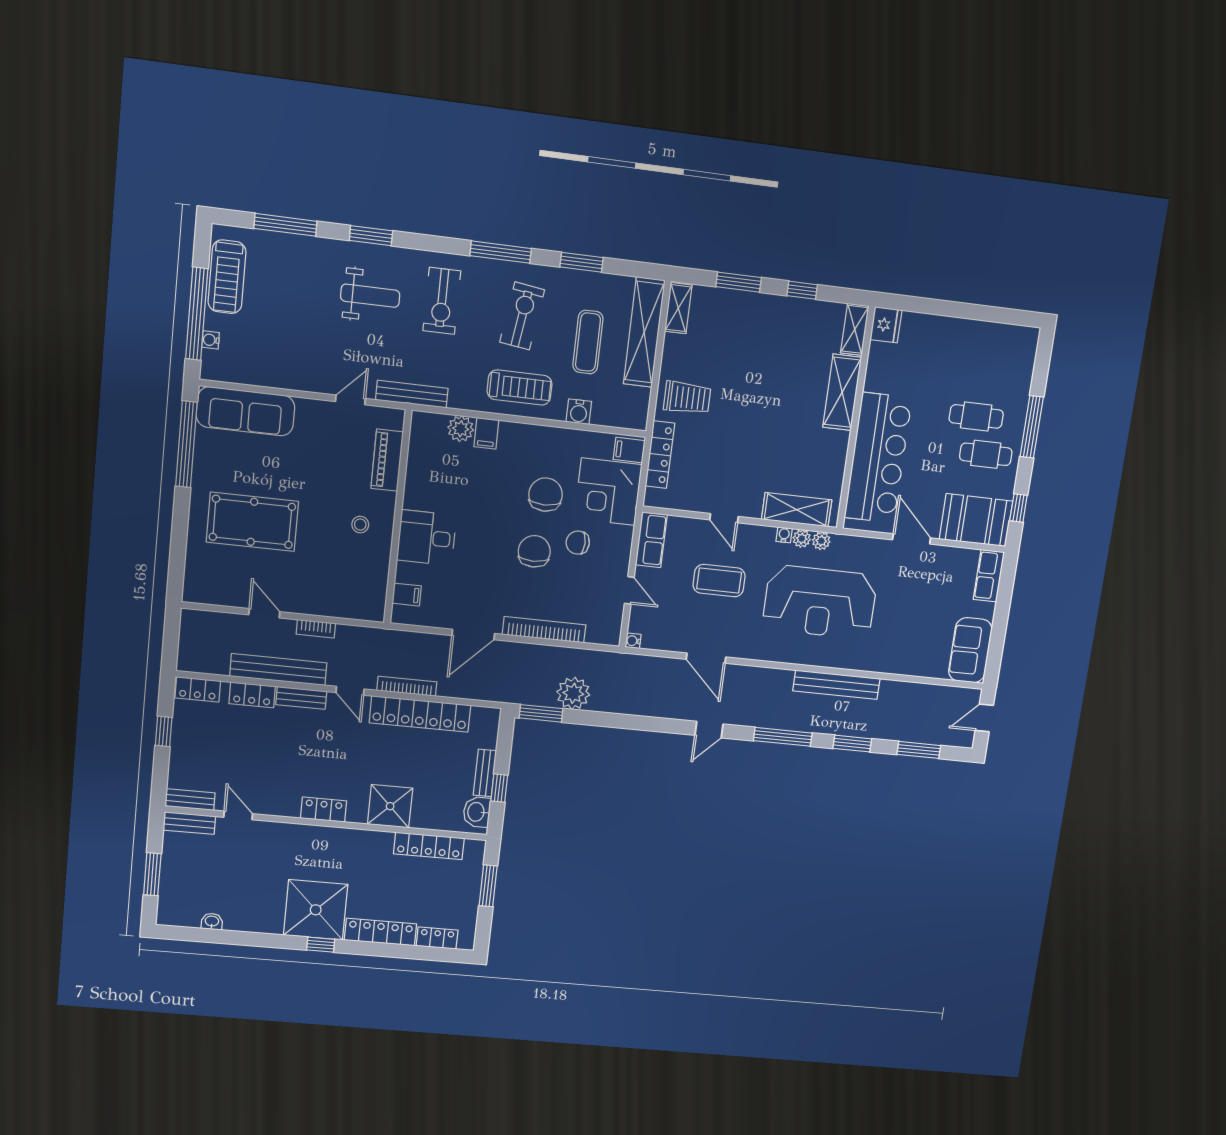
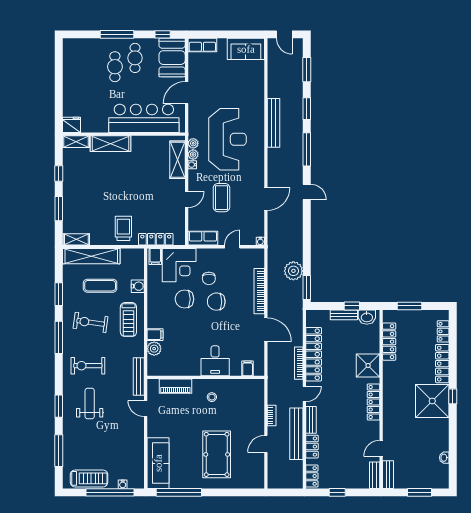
exercise bike: (442, 301) -> (88, 366), turned 180
treadmill: (520, 387) -> (128, 320), turned 180
locker: (323, 810) -> (373, 402), width x1.53

